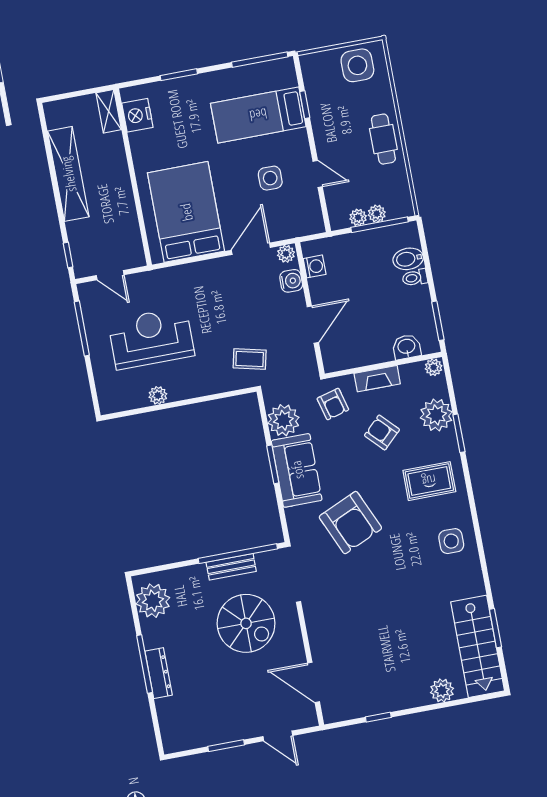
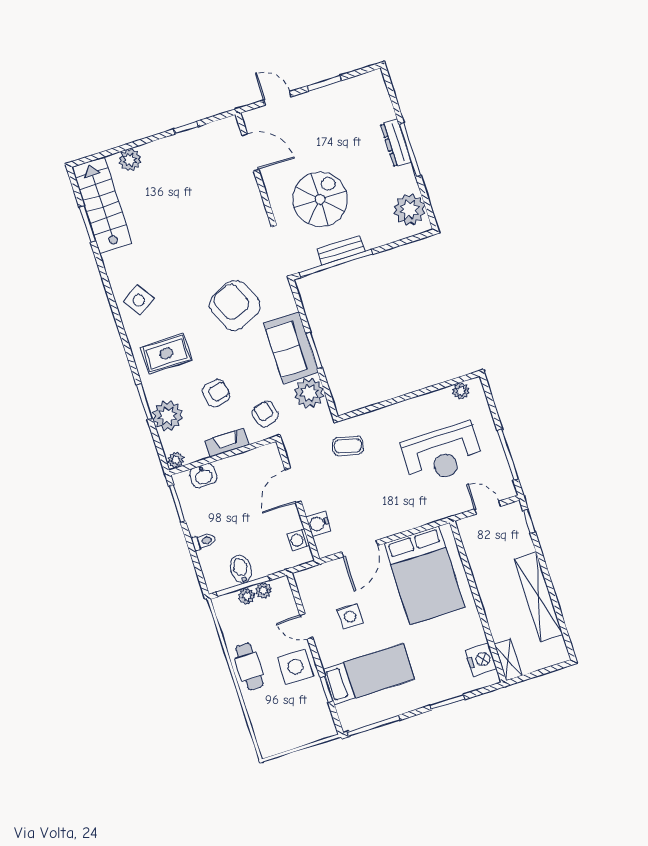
side table: (357, 65) -> (295, 667), moved
plant: (286, 254) -> (326, 548), removed
bidet: (408, 259) -> (241, 569), moved, turned -90
plant: (158, 395) -> (461, 391), moved
armchair: (382, 432) -> (216, 393), turned -58
side table: (451, 541) -> (139, 300), turned -33
spiral stairs: (246, 623) -> (320, 199), turned 90

